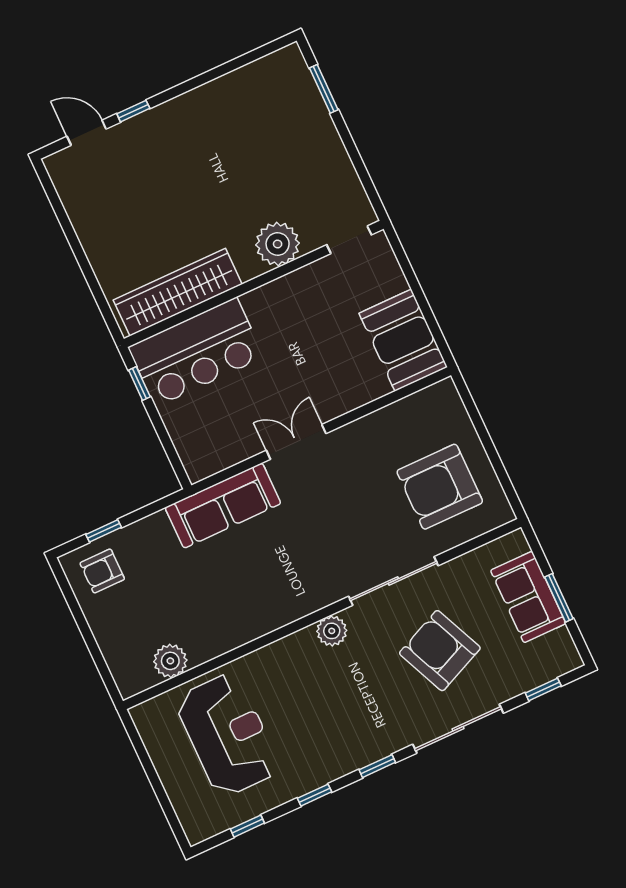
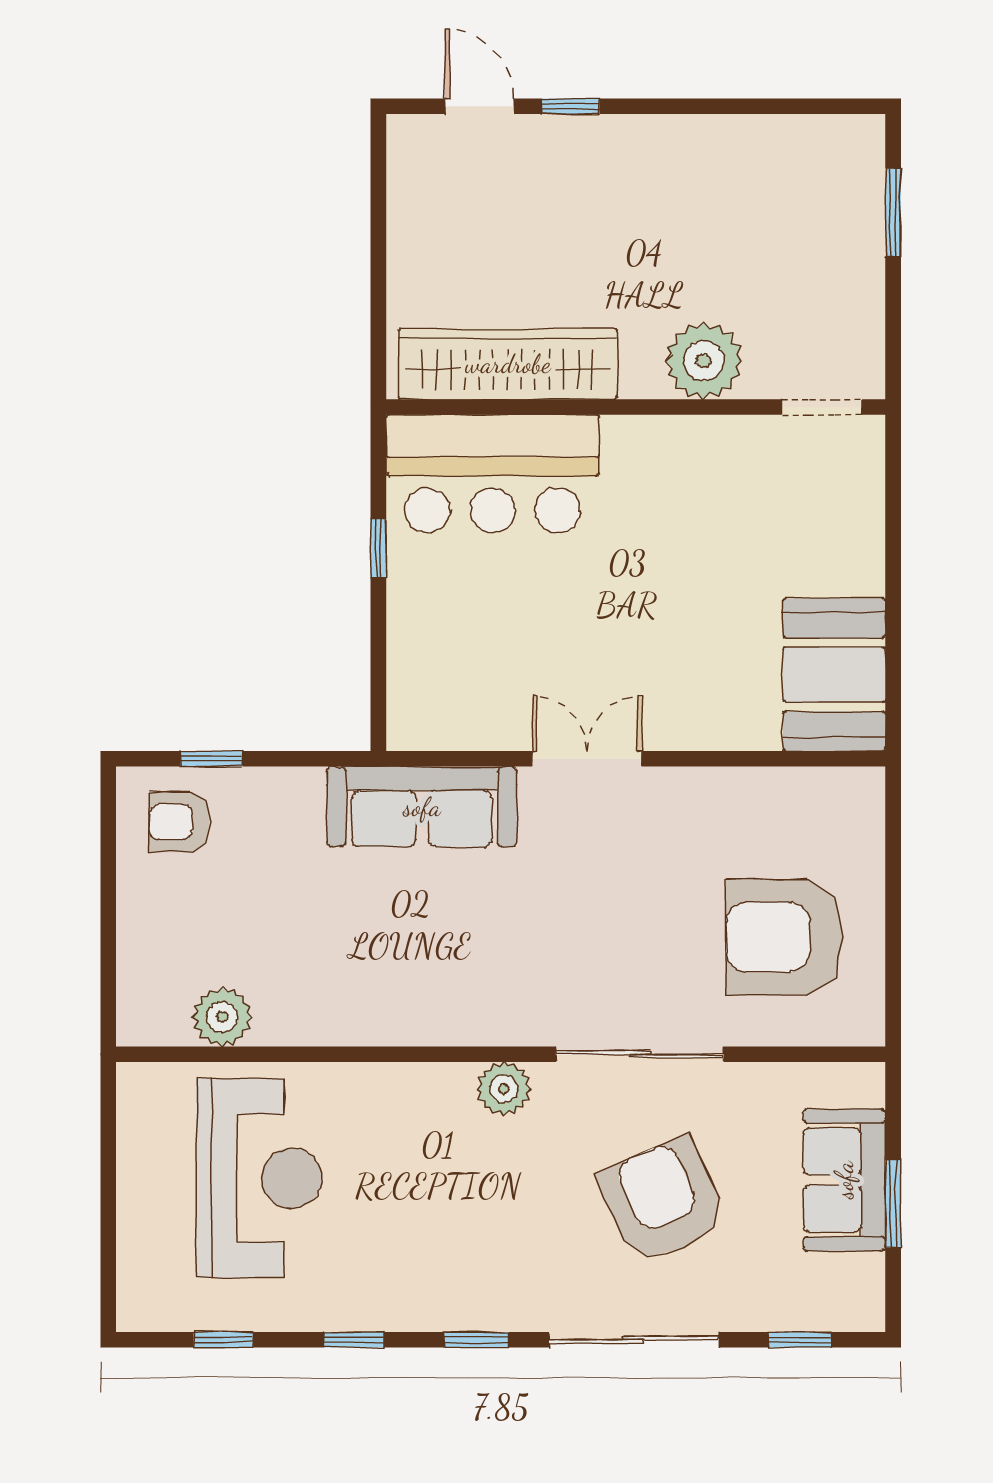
doorway: (349, 240) -> (822, 407), moved
plant: (278, 244) -> (704, 361), moved
wall: (254, 284) -> (636, 407), moved
wardrobe: (178, 292) -> (508, 364), moved
bar counter: (196, 352) -> (493, 474), moved

